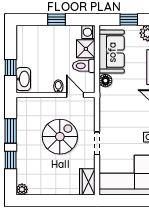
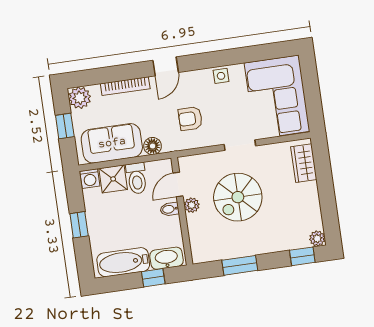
bathtub: (25, 48) -> (123, 262), added
plant: (59, 103) -> (192, 205), added
armchair: (121, 111) -> (190, 119), added
spiral stairs: (60, 137) -> (238, 197), turned -90
window: (11, 160) -> (302, 256), moved
wardrobe: (87, 182) -> (304, 163), moved, turned 90

